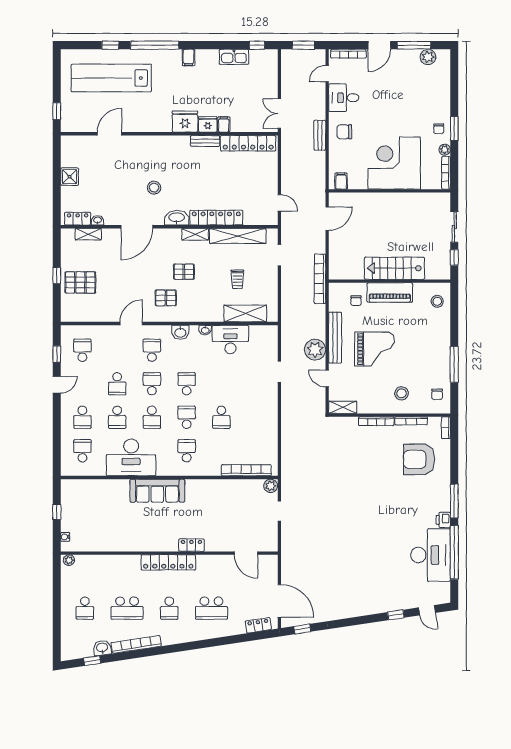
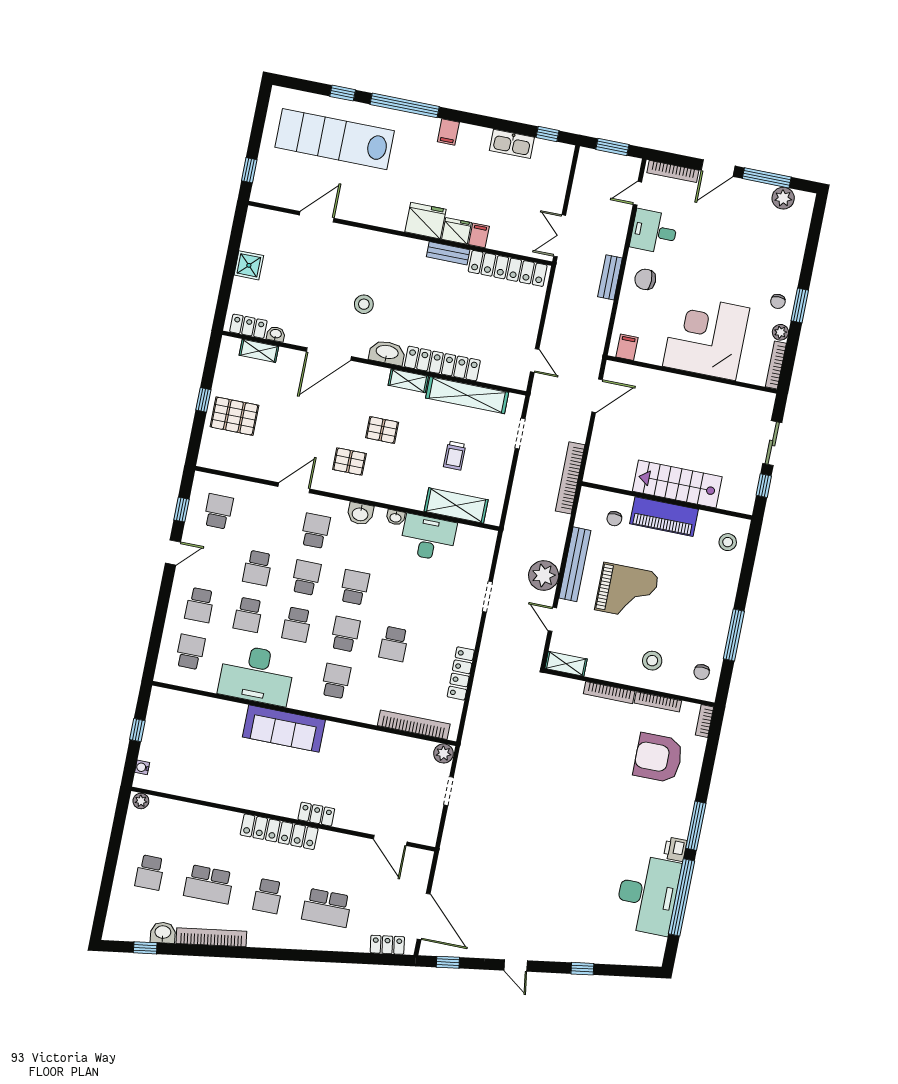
locker: (272, 428) -> (461, 673), added
door: (427, 610) -> (516, 965), moved

